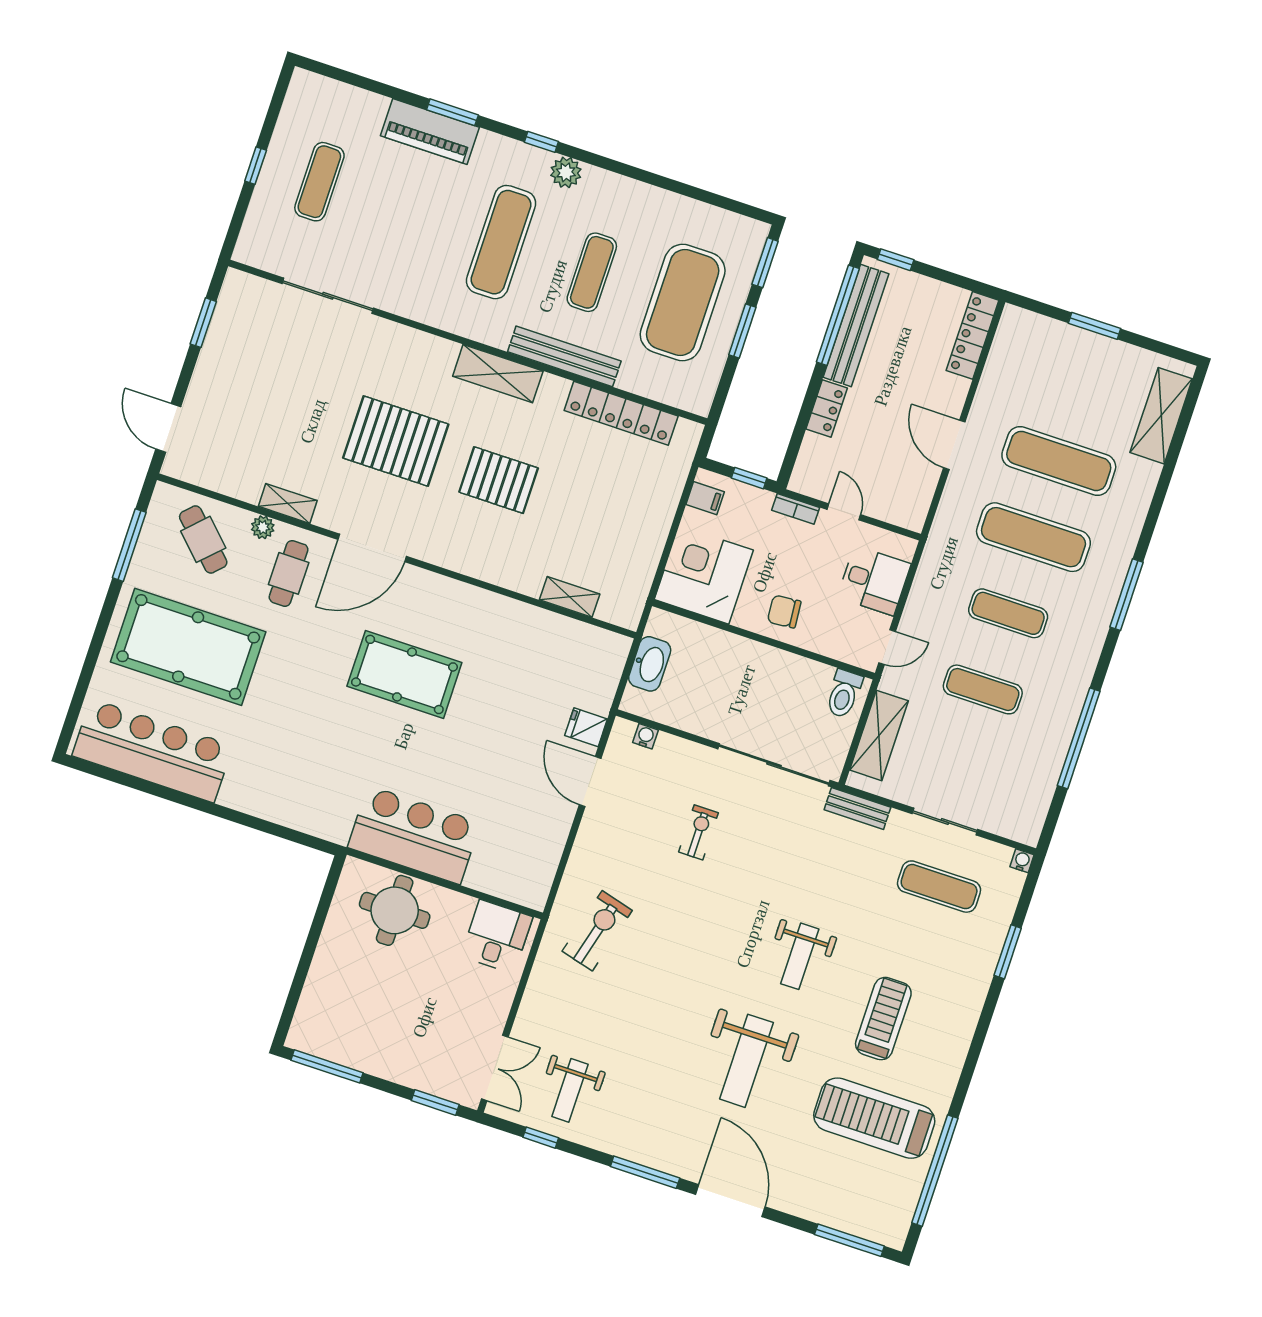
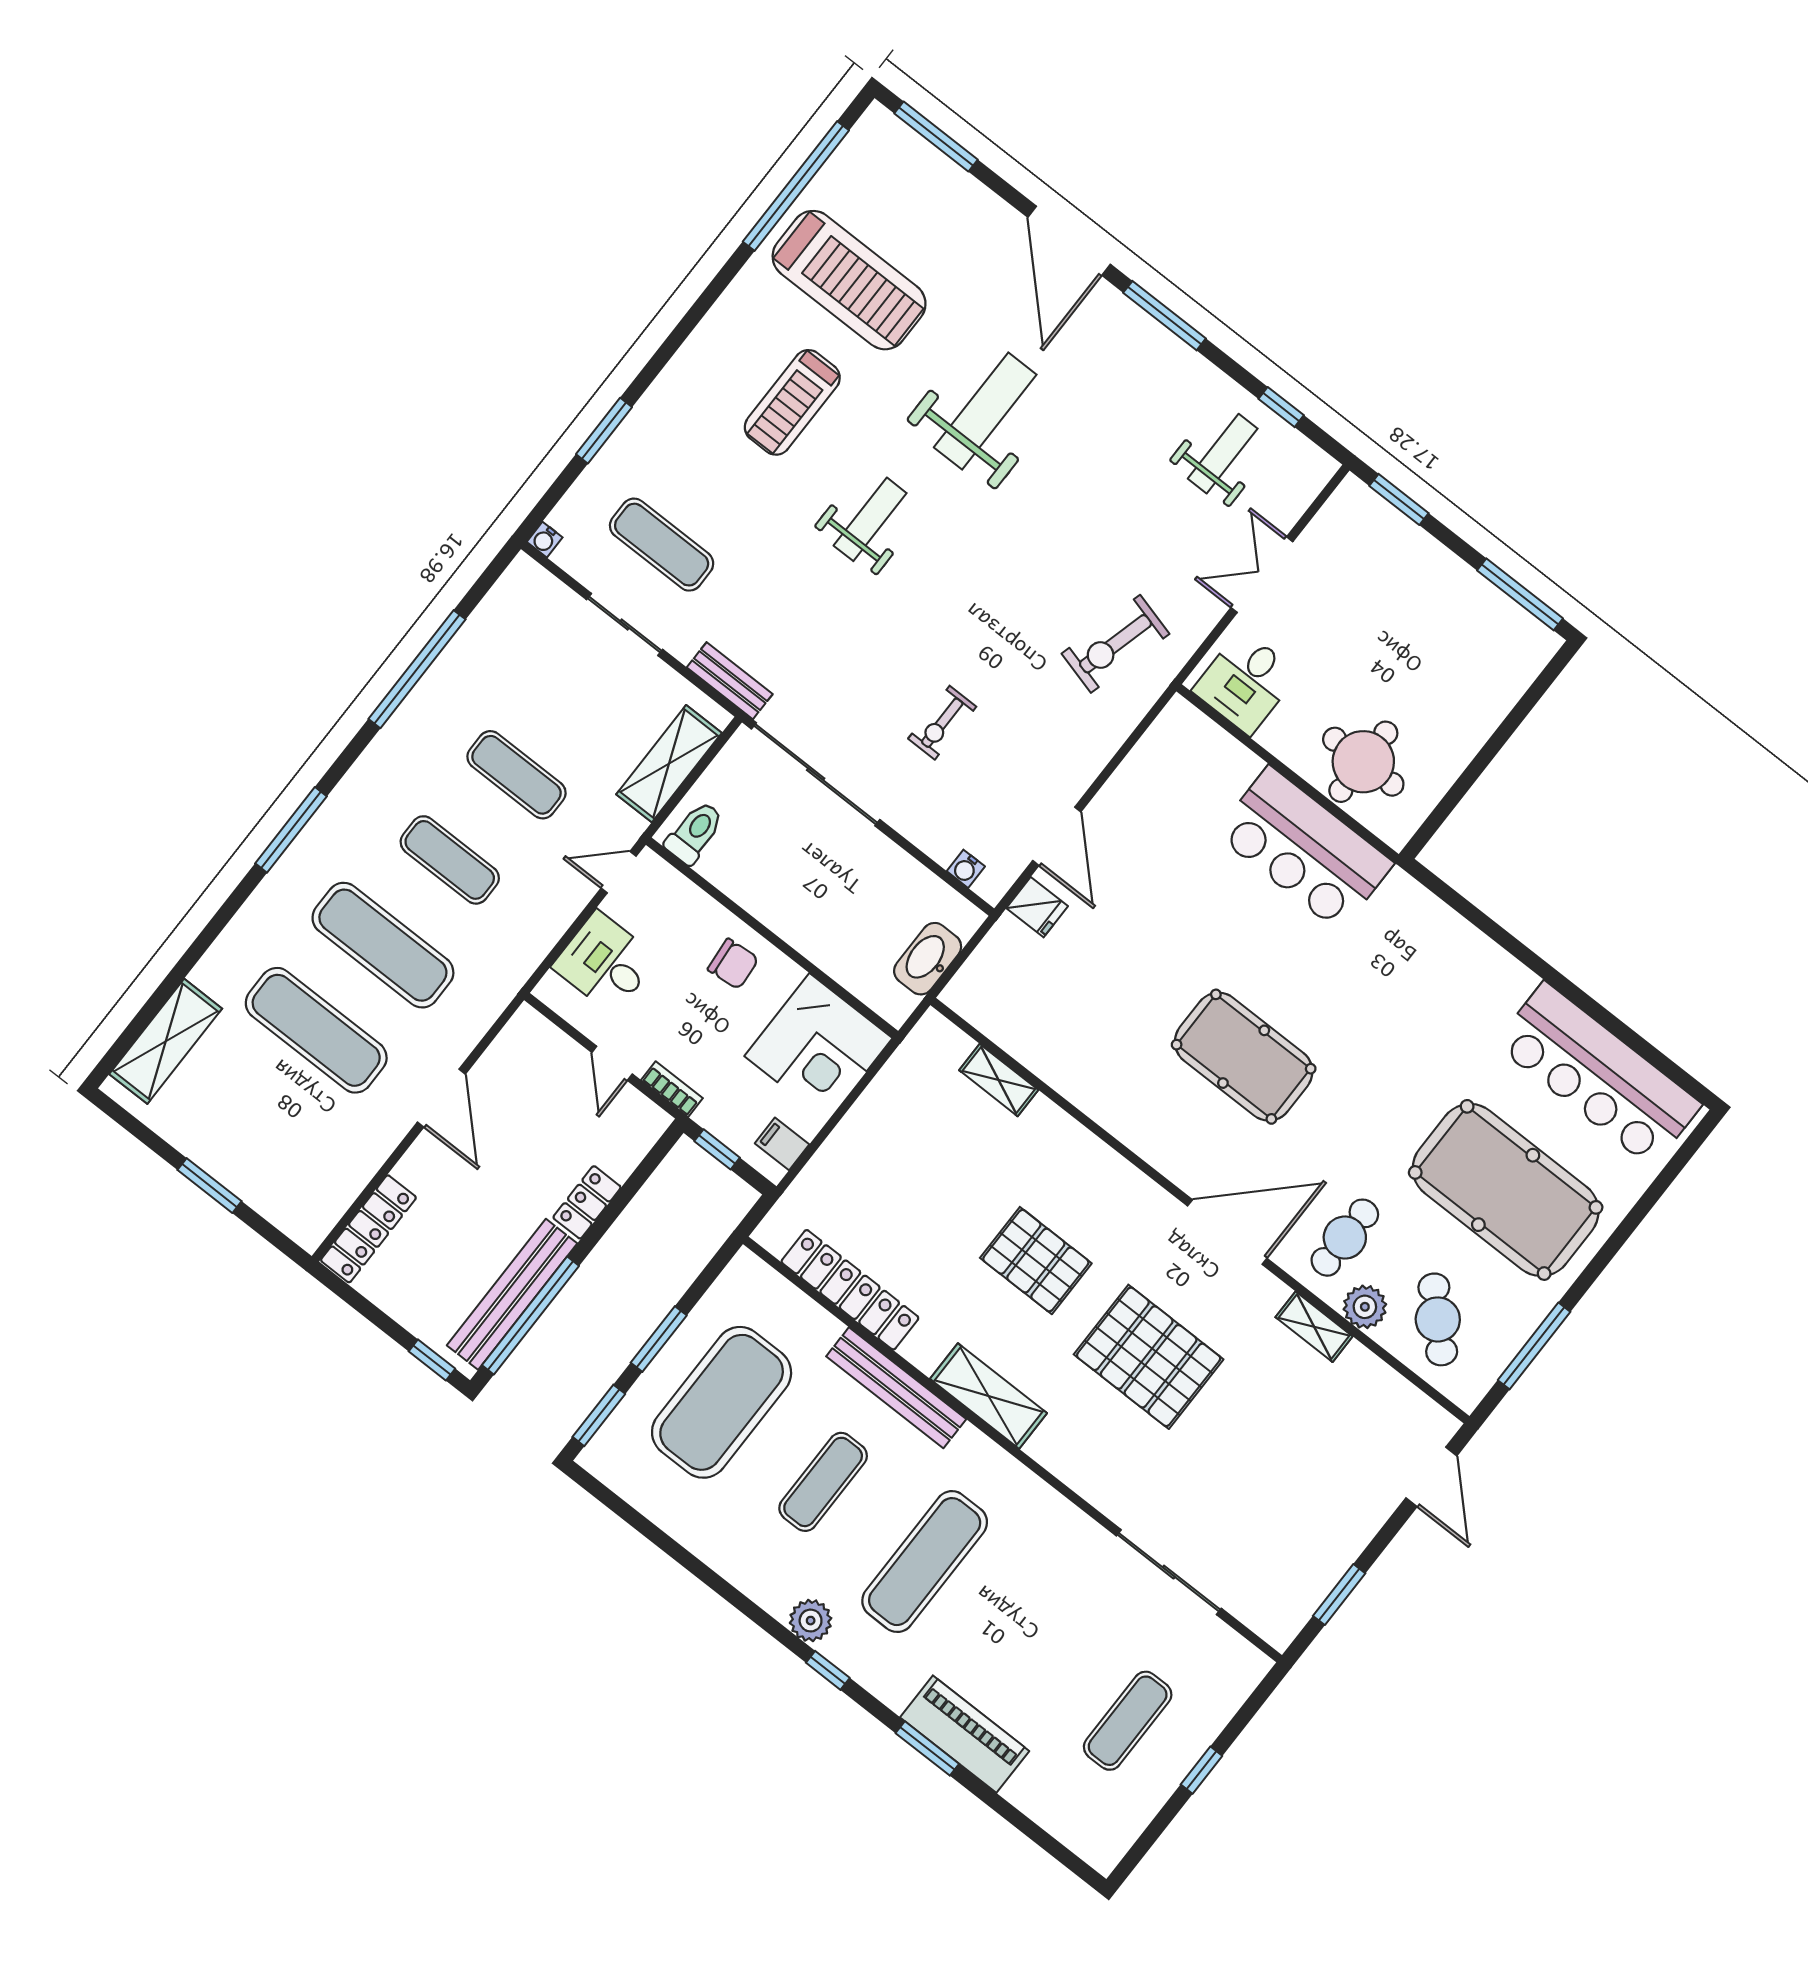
plant: (263, 527) -> (1365, 1307), width x1.38, depth x1.38
double door: (495, 1068) -> (1262, 575), moved

